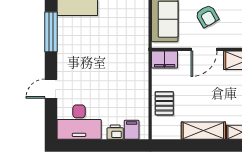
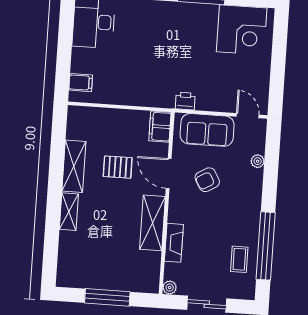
pallet: (164, 103) -> (118, 167), moved
printer: (115, 132) -> (185, 101), moved, turned -90

